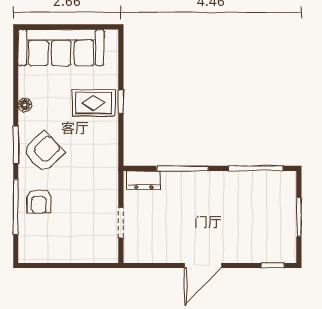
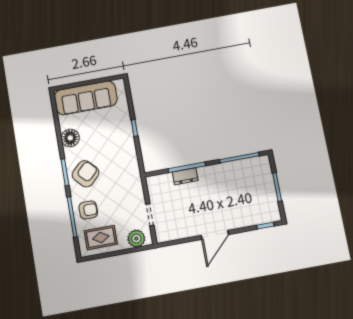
rug: (93, 103) -> (101, 238), moved
floor lamp: (25, 105) -> (70, 138), width x1.89, depth x1.89
dresser: (144, 180) -> (185, 176), moved
armchair: (39, 201) -> (88, 210), turned -90
plant: (97, 251) -> (136, 239), added

